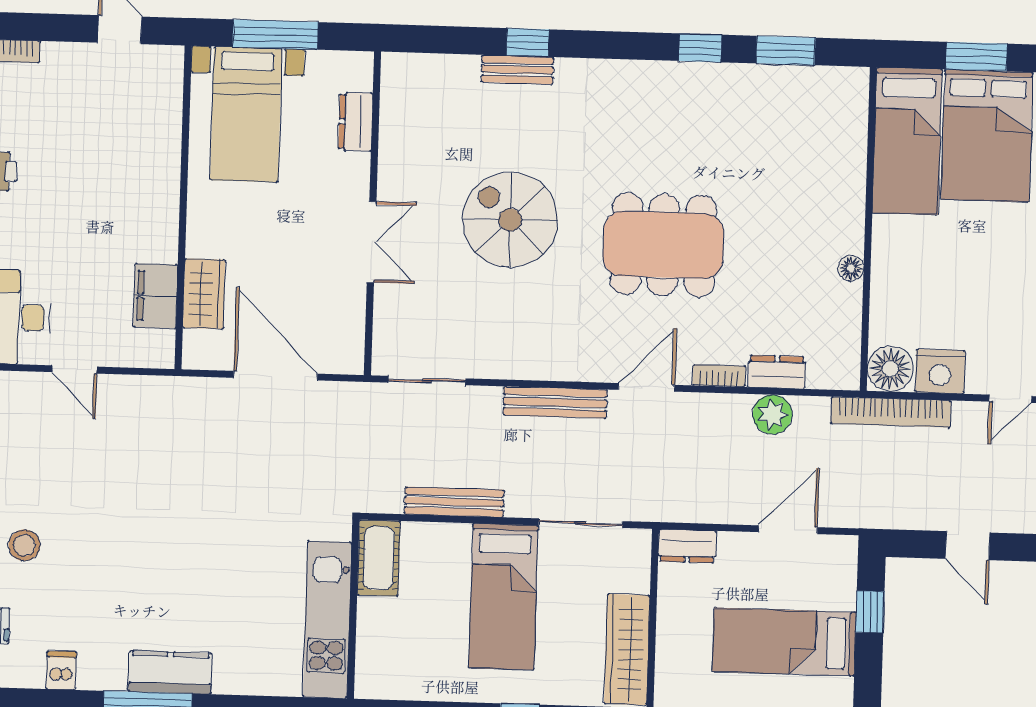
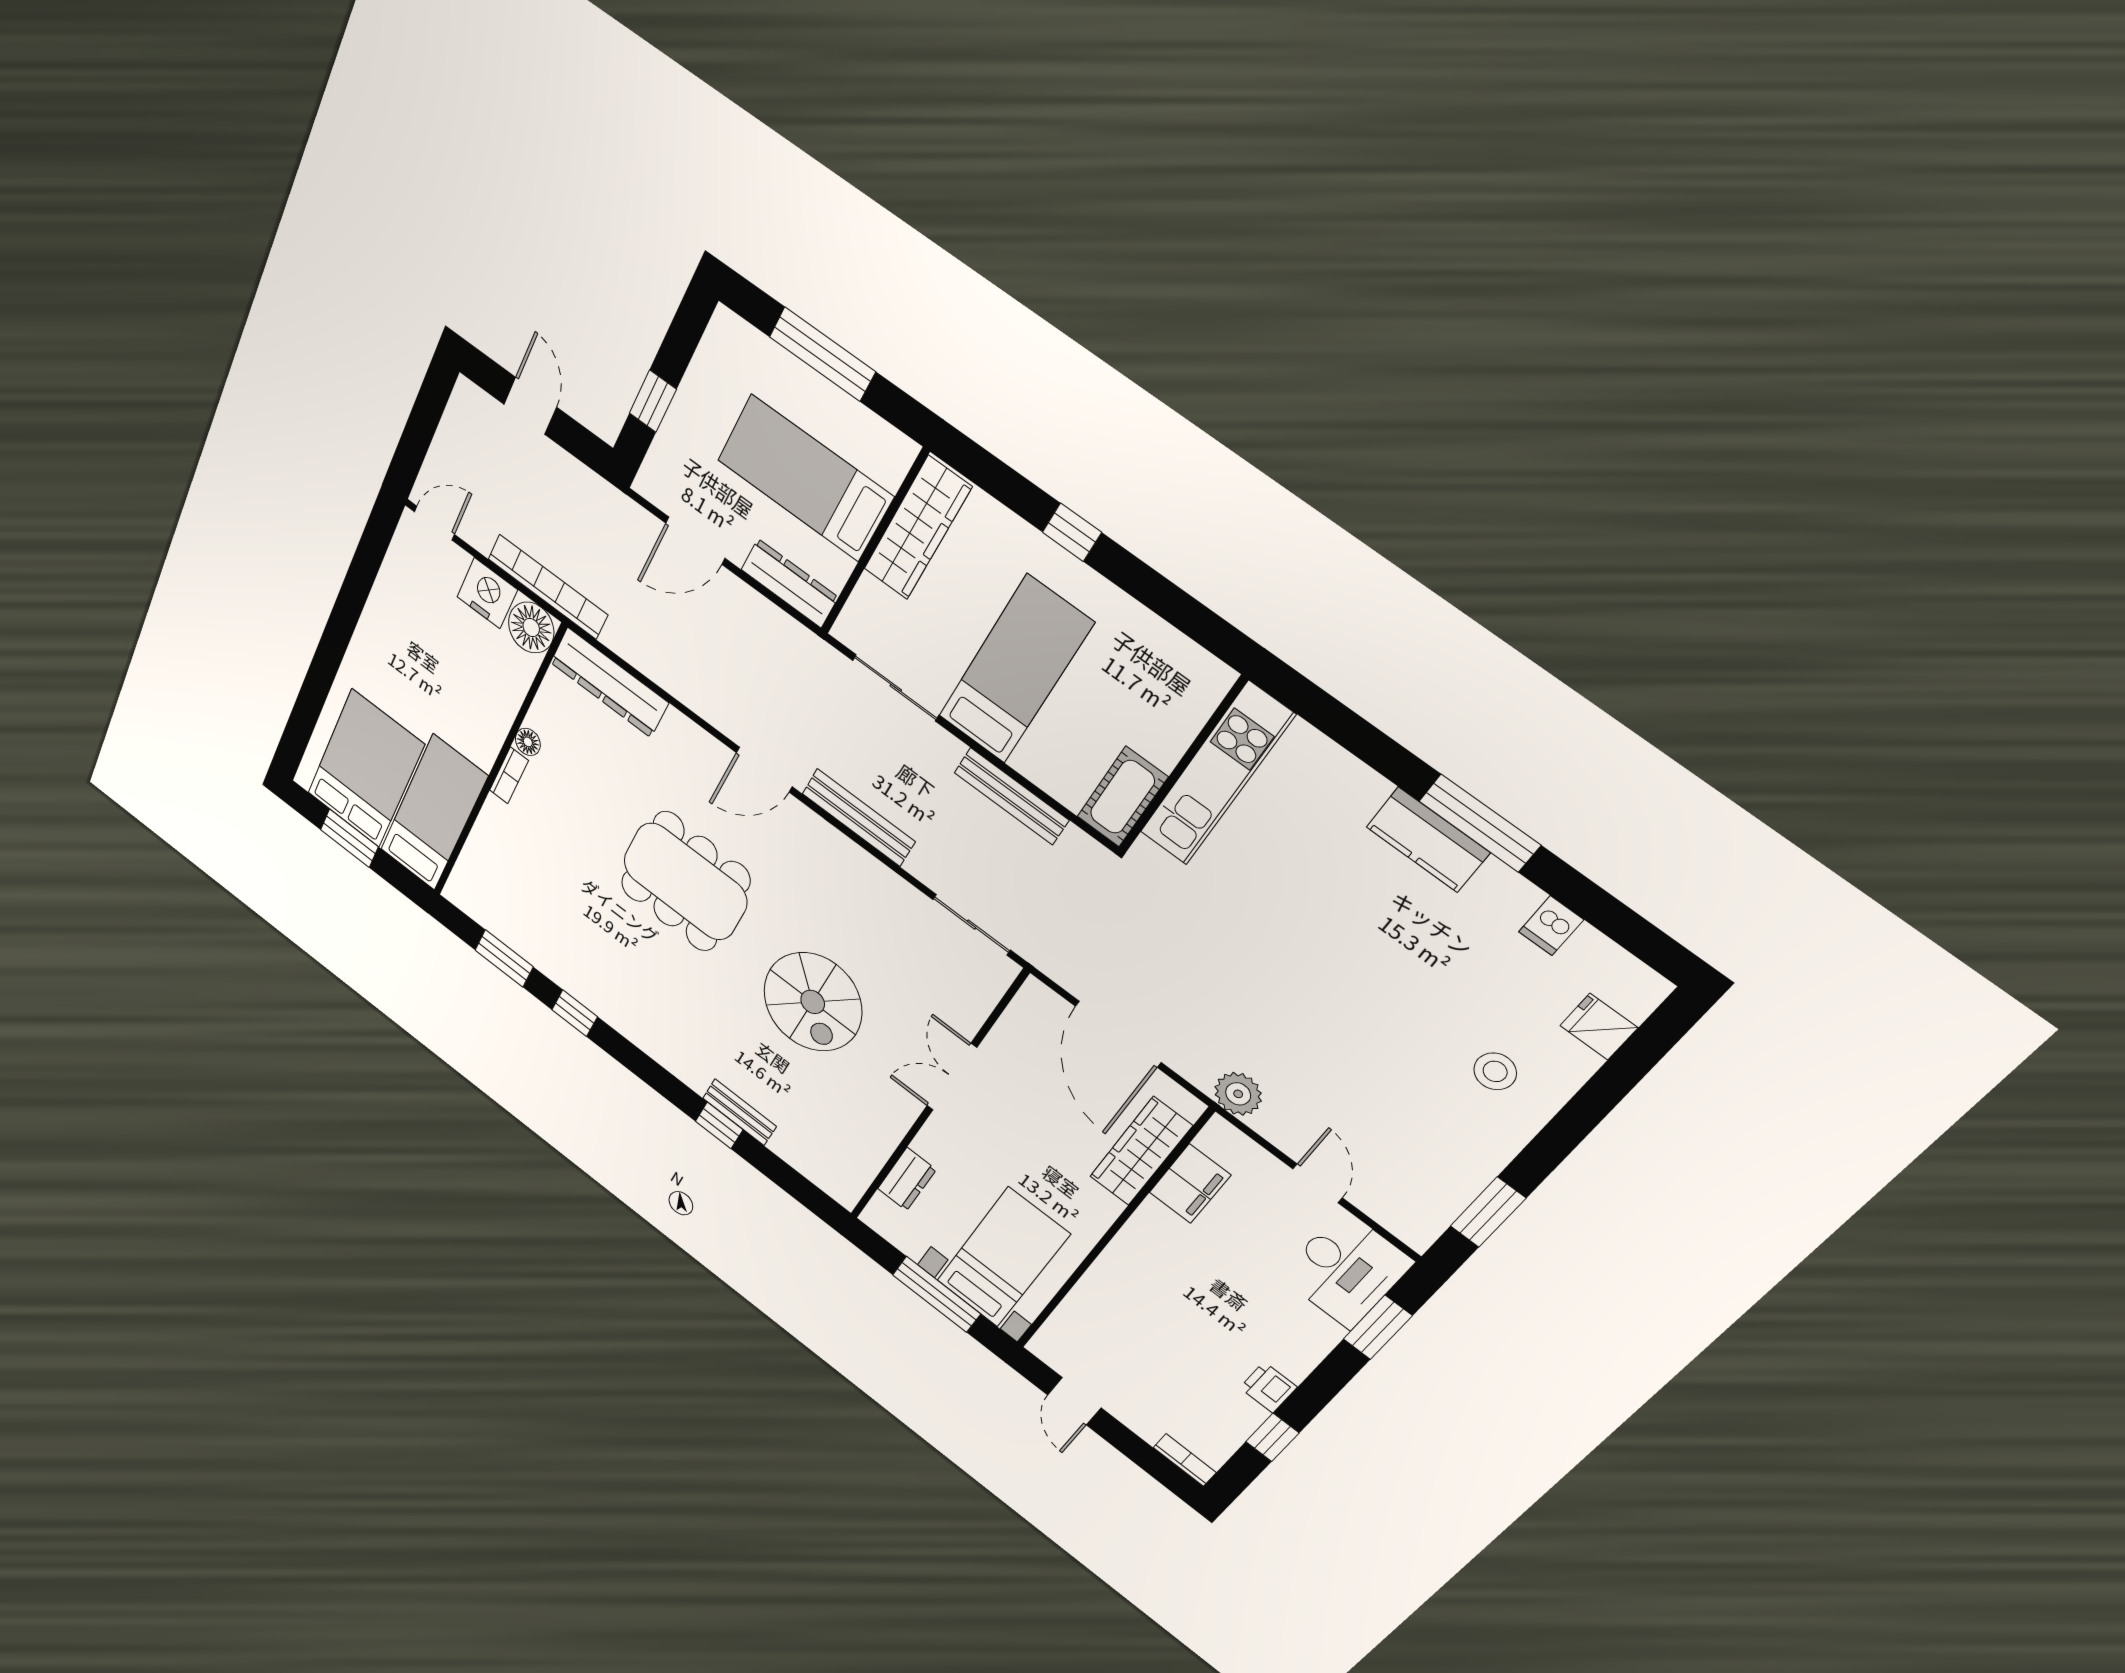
wardrobe: (204, 294) -> (1141, 1151), width x1.50
dresser: (777, 372) -> (609, 683), width x1.96, depth x1.24
bookcase: (719, 376) -> (509, 775), moved, turned -90
plant: (772, 414) -> (1238, 1094), moved
dresser: (687, 546) -> (790, 583), width x1.44
bed: (784, 642) -> (805, 478), moved, turned 180

